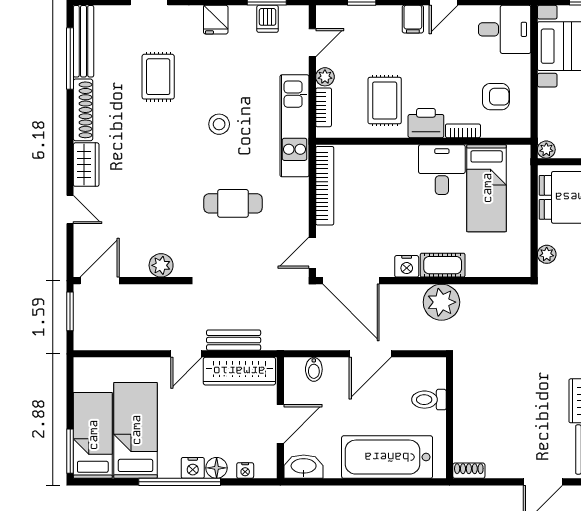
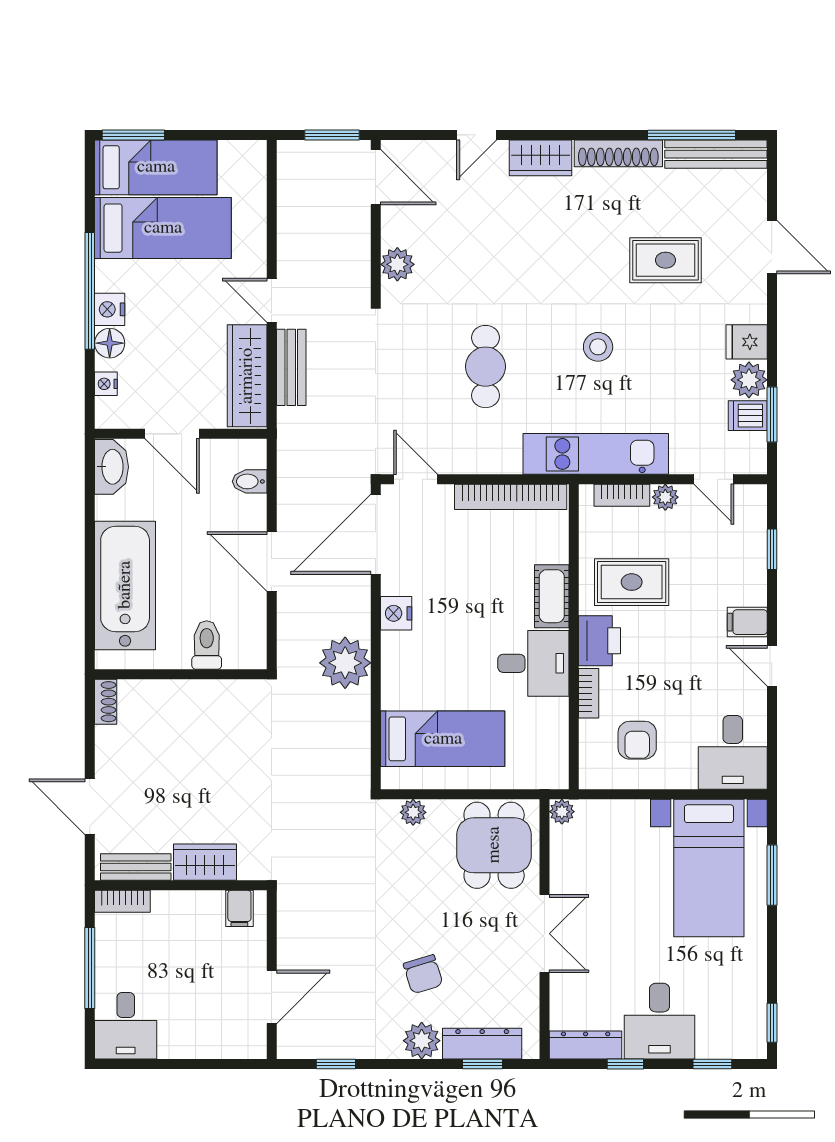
plant: (242, 18) -> (749, 380), added
bed: (487, 188) -> (443, 739), moved, turned 180
cot: (443, 265) -> (552, 596), moved

